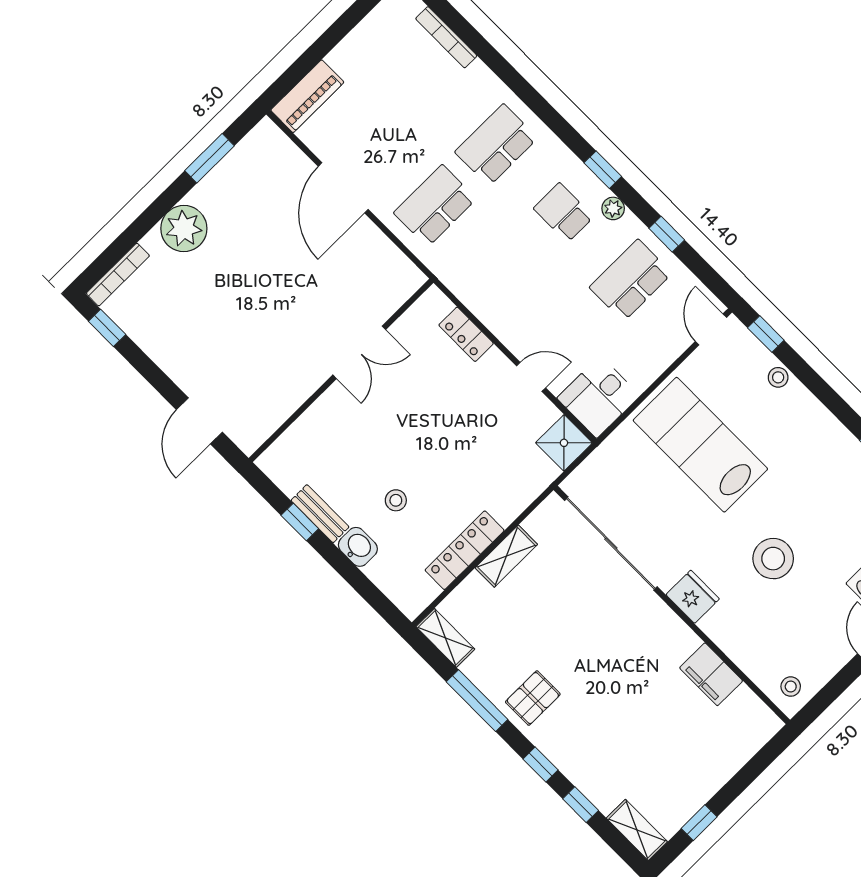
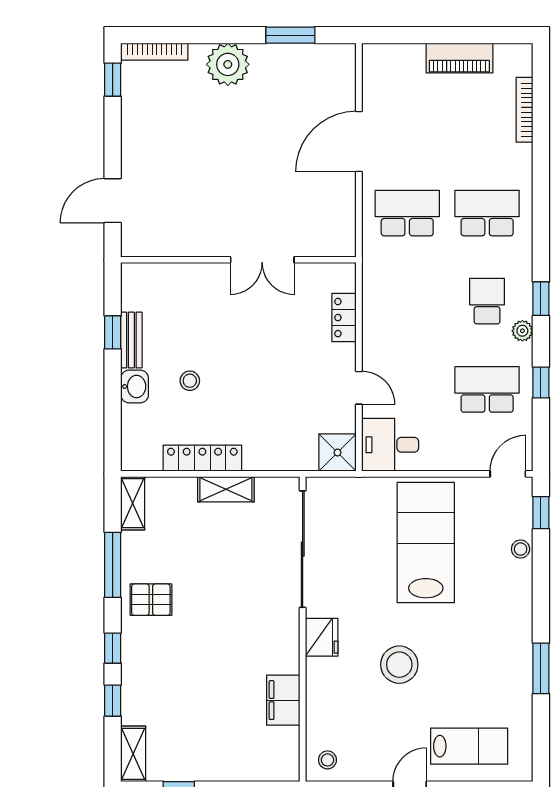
piano: (307, 96) -> (459, 58), moved

